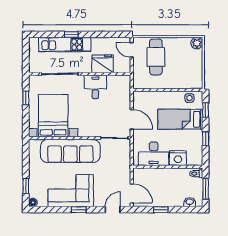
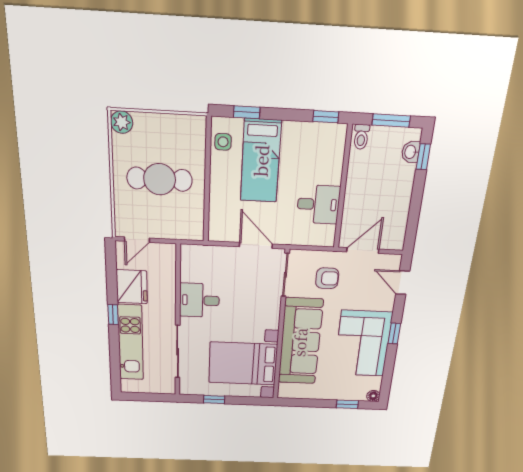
window: (71, 34) -> (113, 315), moved
cafe table: (156, 57) -> (160, 179), moved
fridge: (103, 64) -> (132, 287), moved, turned 180
door: (132, 119) -> (256, 245), hinge flipped
window: (206, 139) -> (326, 117), moved
desk: (154, 154) -> (318, 204), width x0.73
nightstand: (178, 158) -> (330, 169), removed
armchair: (113, 163) -> (327, 278), added
door: (132, 193) -> (363, 250), moved
window: (161, 210) -> (423, 157), moved

